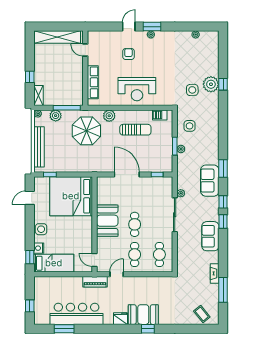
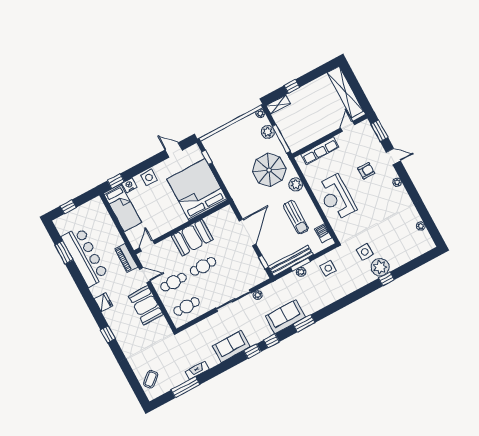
window: (152, 27) -> (379, 131), moved
bench: (39, 147) -> (291, 261), moved
booth: (143, 315) -> (146, 305), moved

